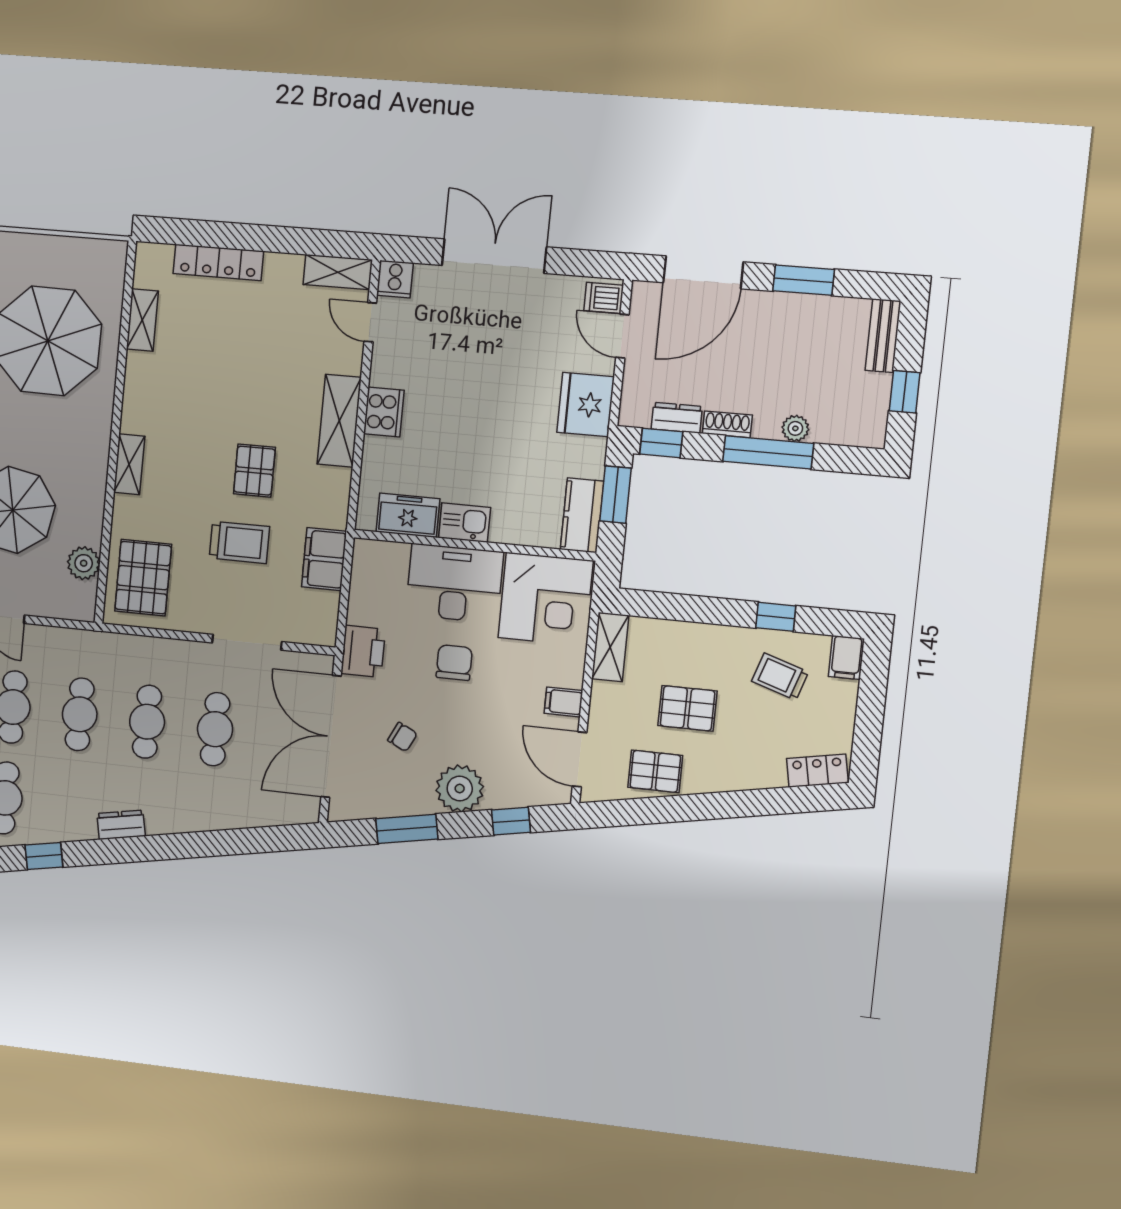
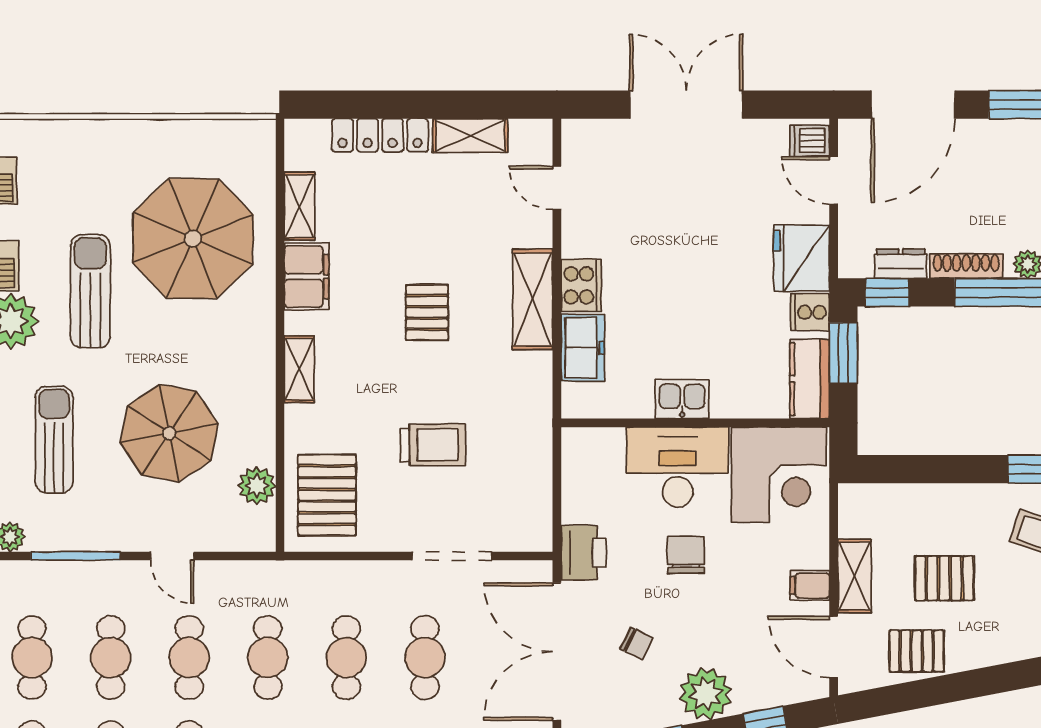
shelving: (338, 272) -> (470, 136), moved
cooker: (395, 279) -> (810, 312), moved, turned 90
shoe rack: (727, 424) -> (966, 266), width x1.43
pallet: (254, 471) -> (427, 312), moved
freezer: (408, 515) -> (583, 348), moved, turned 90
filing cabinet: (324, 559) -> (307, 277), moved, turned 180
shelving: (610, 647) -> (854, 576), moved

